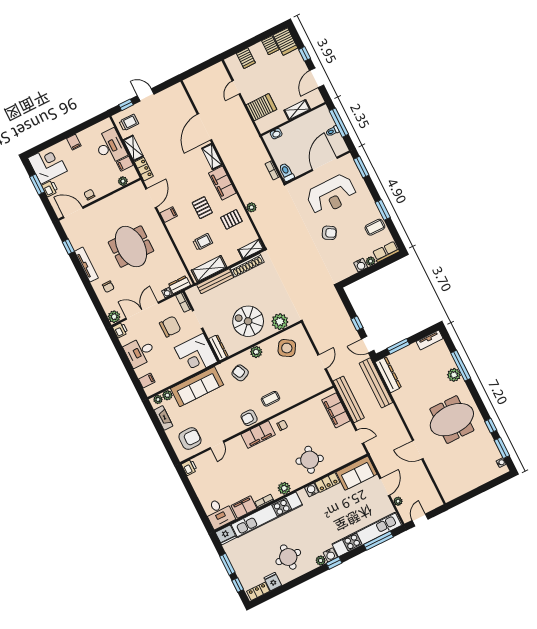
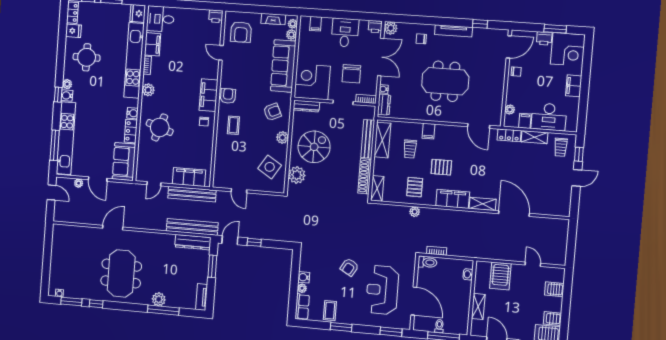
filing cabinet: (74, 142) -> (574, 86), width x2.00
filing cabinet: (169, 215) -> (429, 131), moved

